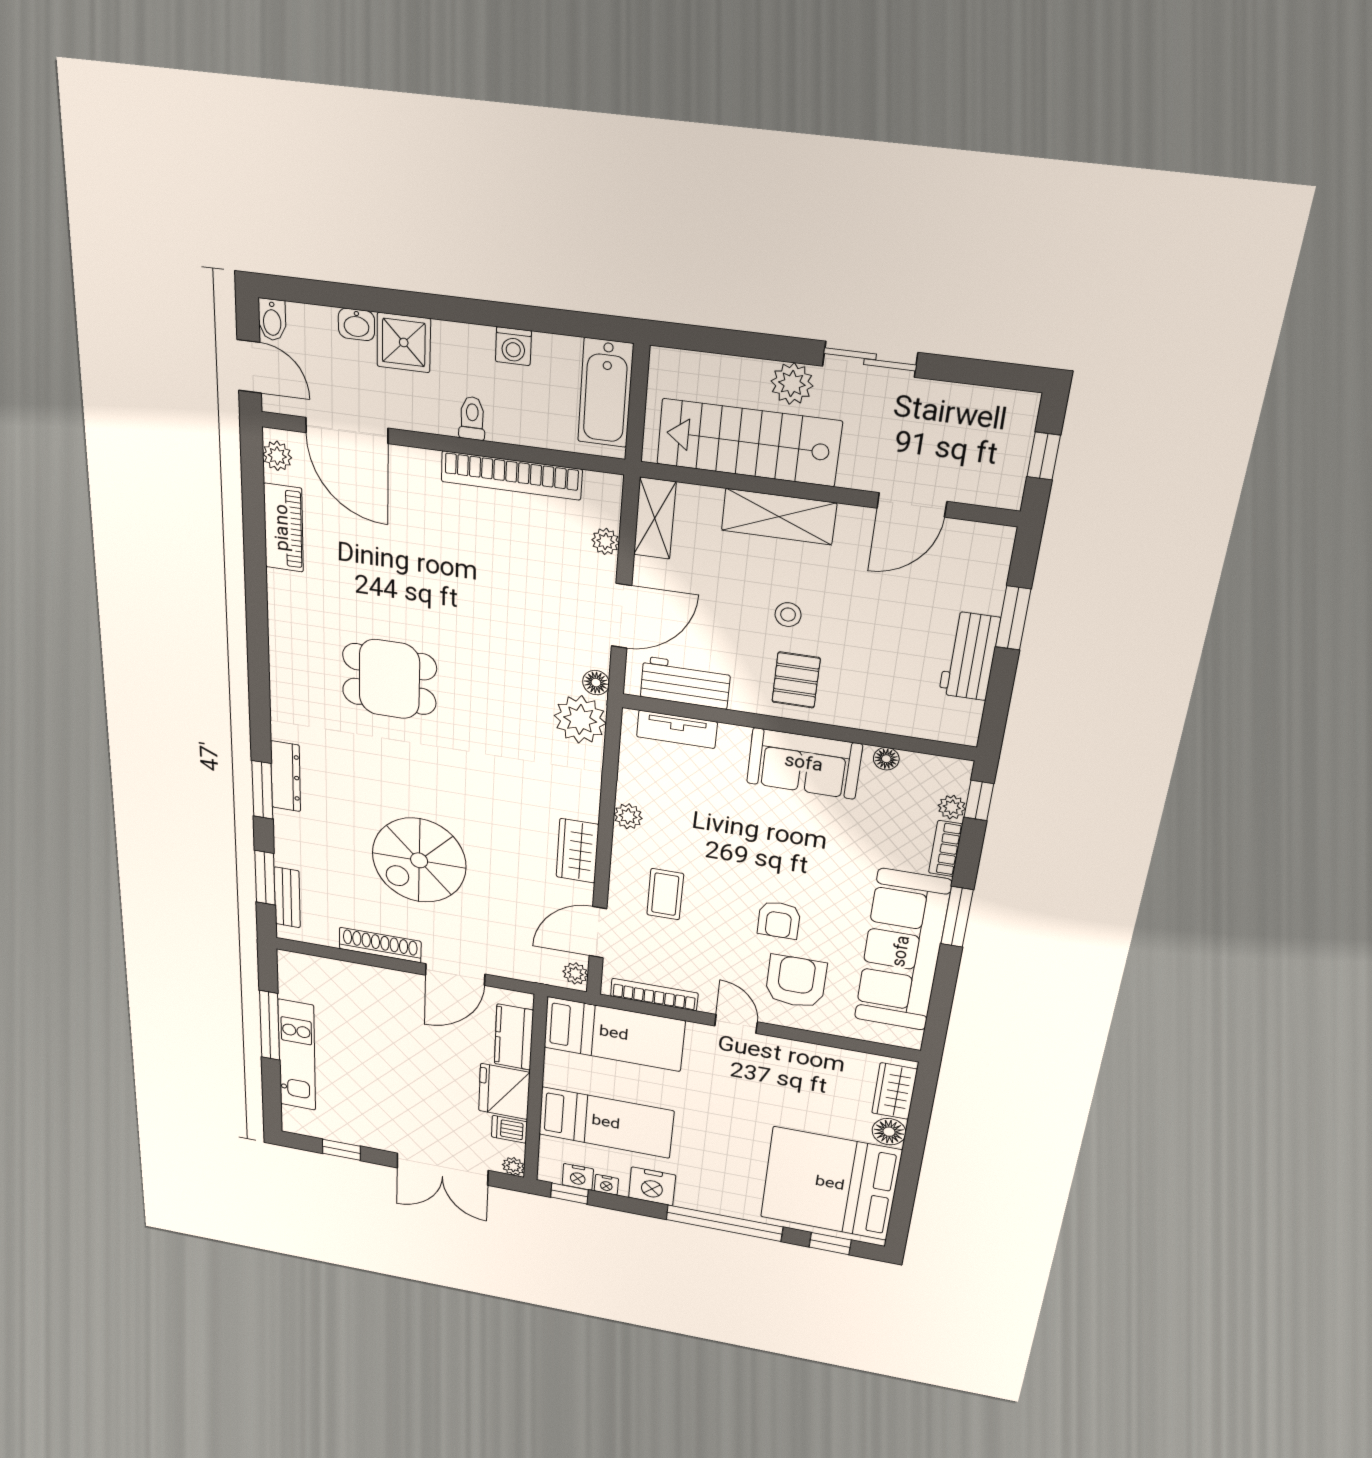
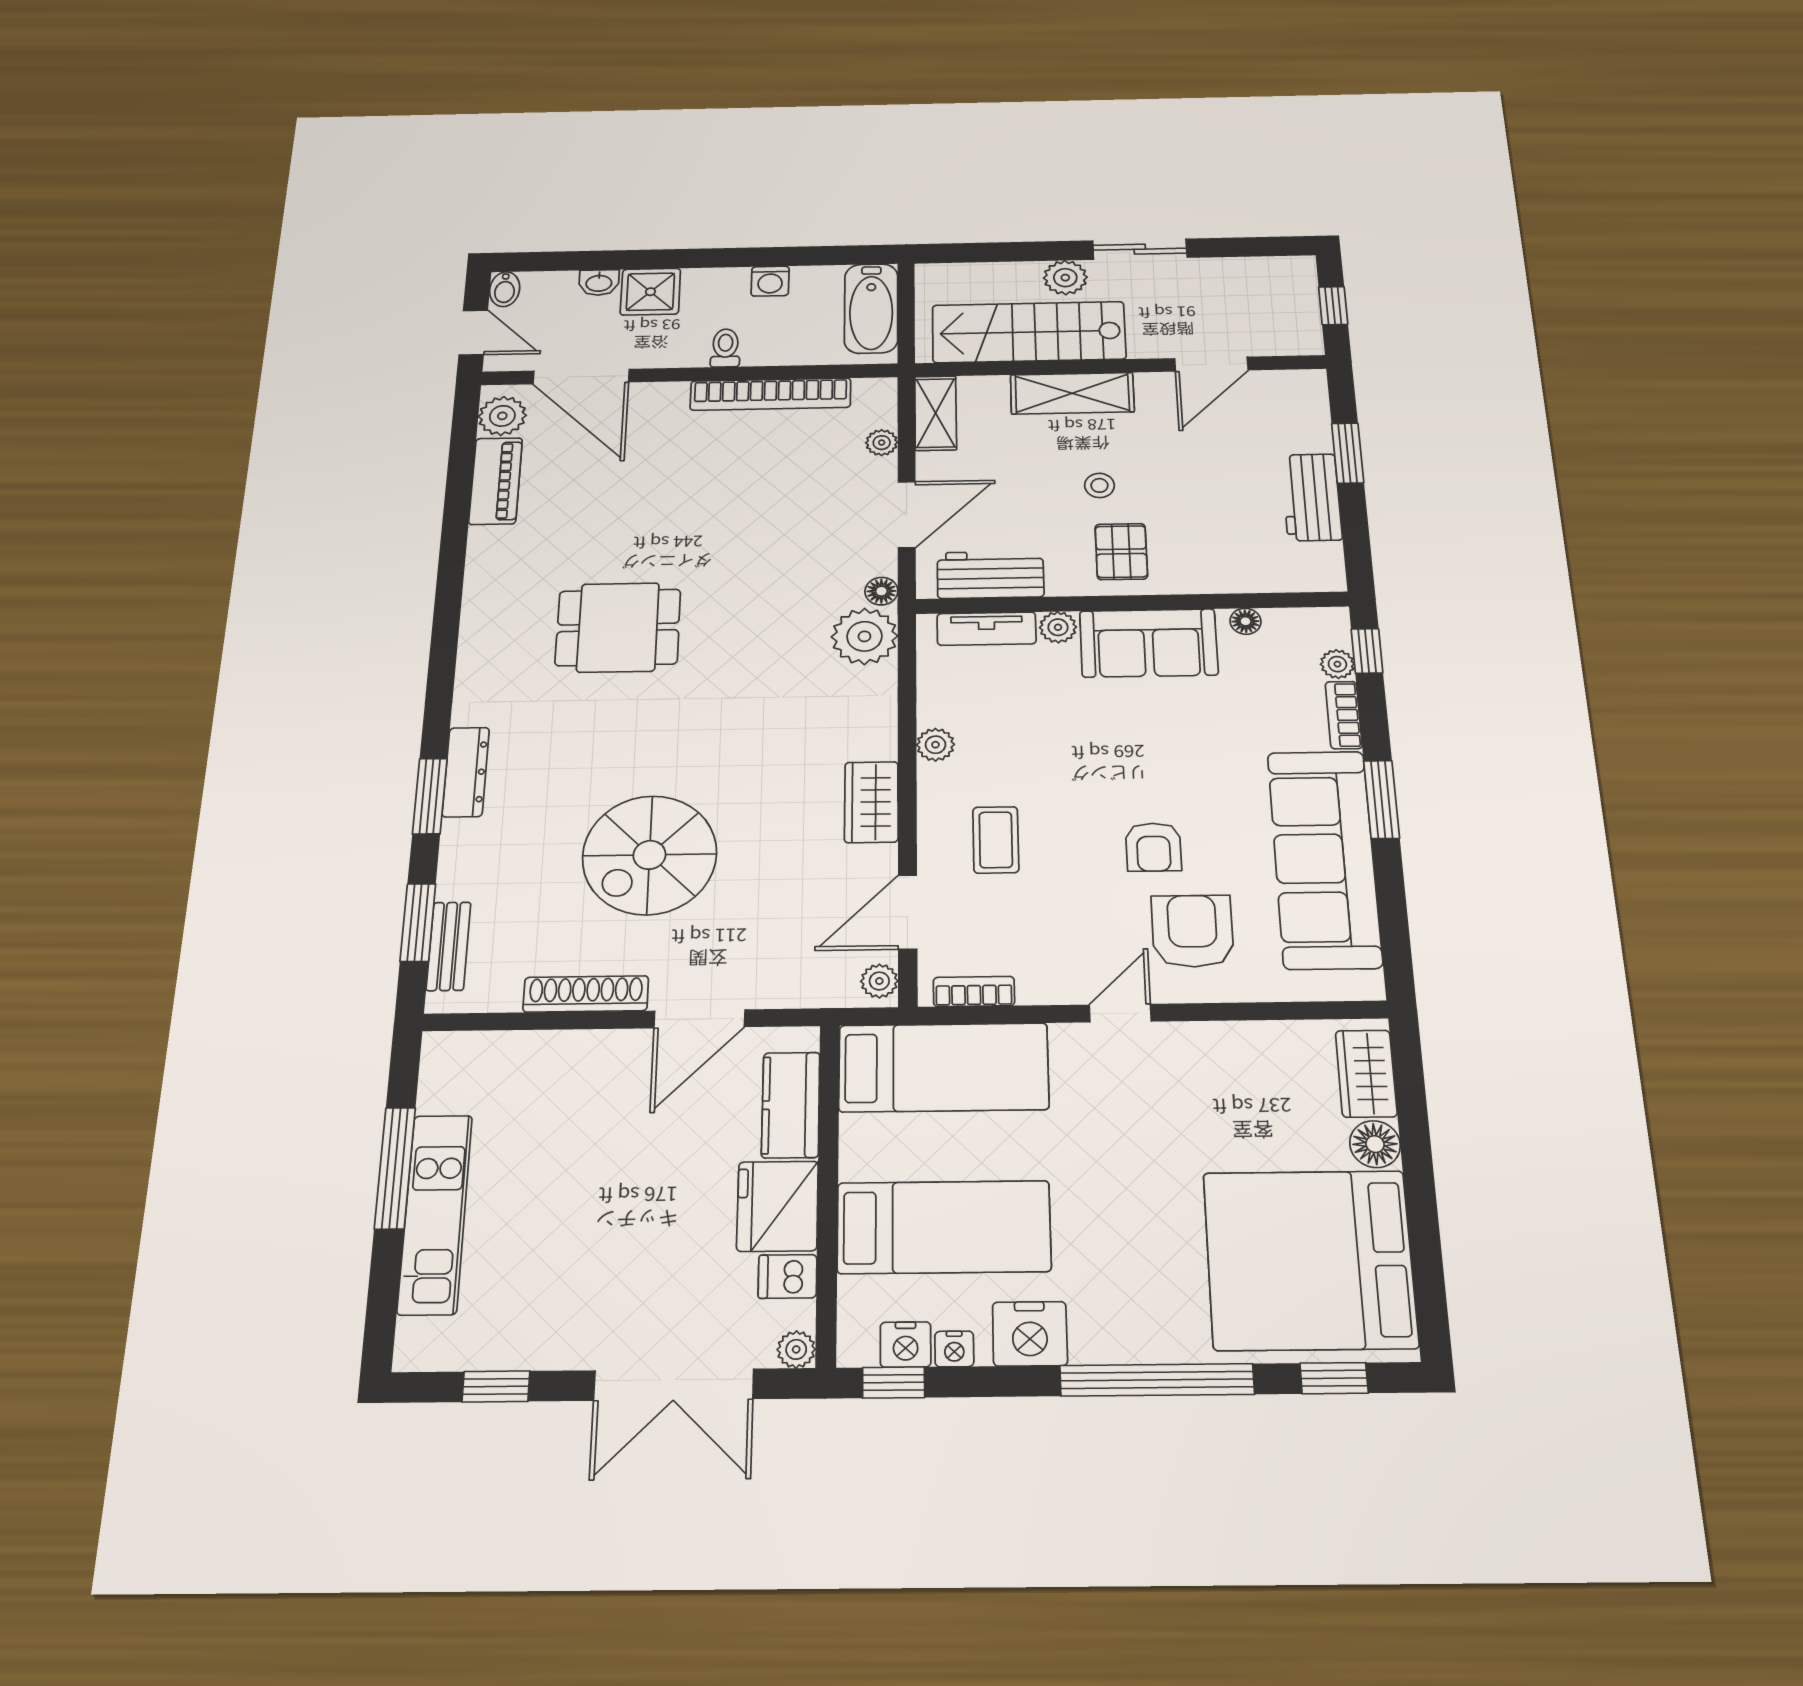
plant: (277, 456) -> (502, 416), width x1.38, depth x1.38
plant: (734, 738) -> (1058, 627), added
bookcase: (654, 995) -> (974, 991), width x0.64
door: (736, 1024) -> (1120, 1013), hinge flipped

